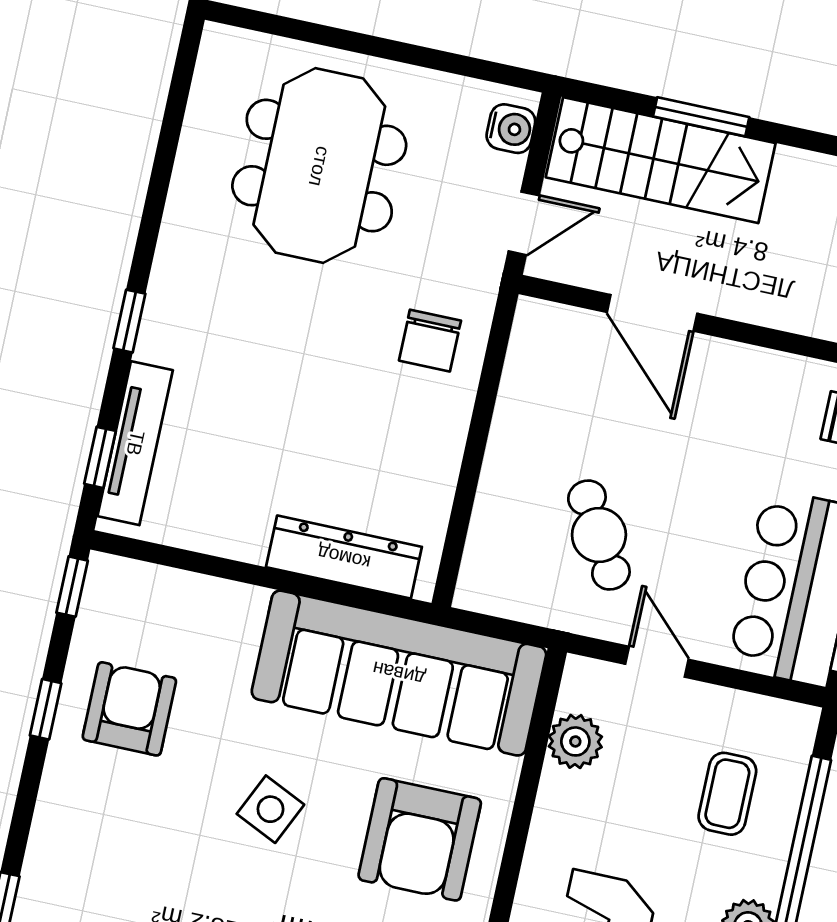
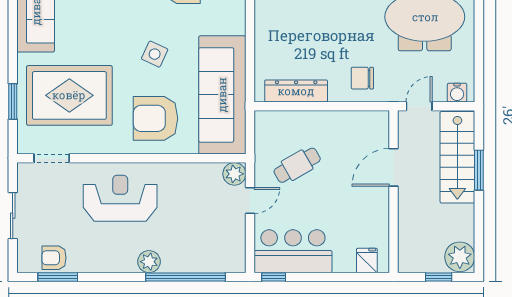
door: (524, 223) -> (419, 106), swing flipped
dresser: (344, 557) -> (296, 91), moved, turned -90
plant: (575, 741) -> (234, 174), moved
coffee table: (727, 794) -> (202, 241), removed

